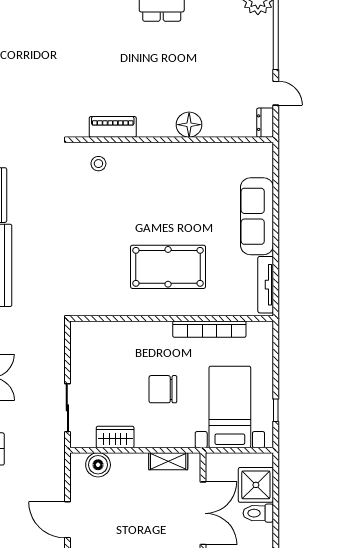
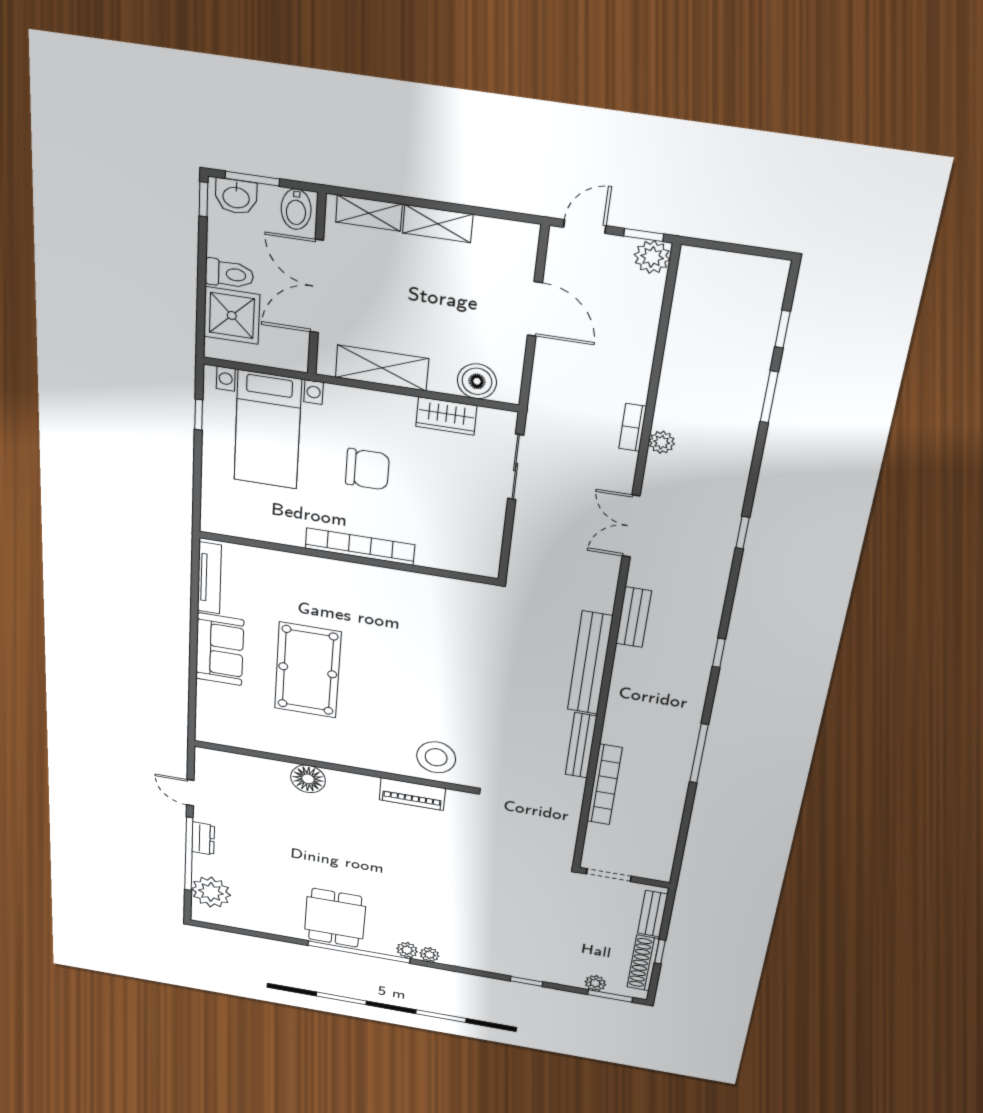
dresser: (265, 123) -> (203, 838), moved
stool: (98, 164) -> (436, 757), width x1.89, depth x1.89
sofa: (257, 216) -> (220, 649), width x0.73
pool table: (168, 267) -> (308, 670), moved, turned 90
bookcase: (209, 329) -> (360, 547), moved
shelving: (168, 461) -> (382, 368), width x1.50, depth x1.33

